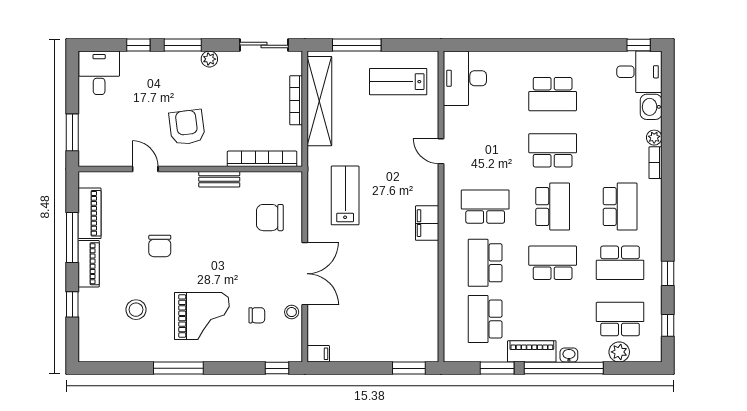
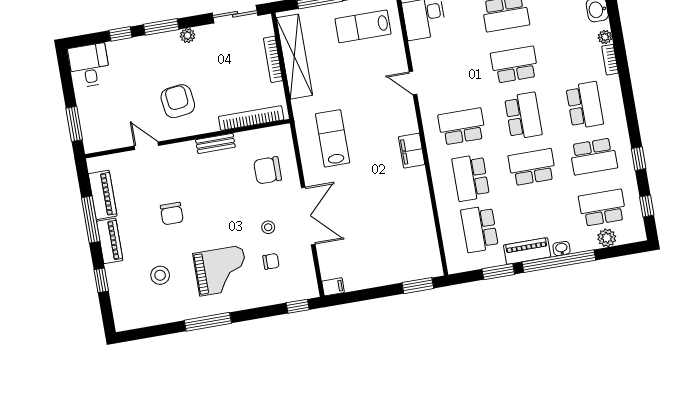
stool: (292, 312) -> (268, 227), moved

